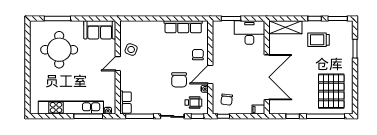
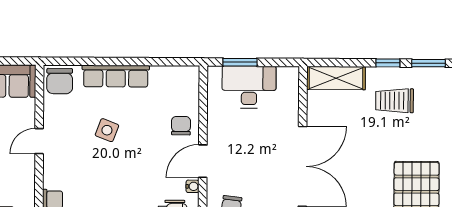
row of seats: (183, 27) -> (116, 76), moved
desk: (249, 32) -> (249, 87), moved
side table: (131, 50) -> (107, 130), moved
chair: (179, 80) -> (60, 81), moved

